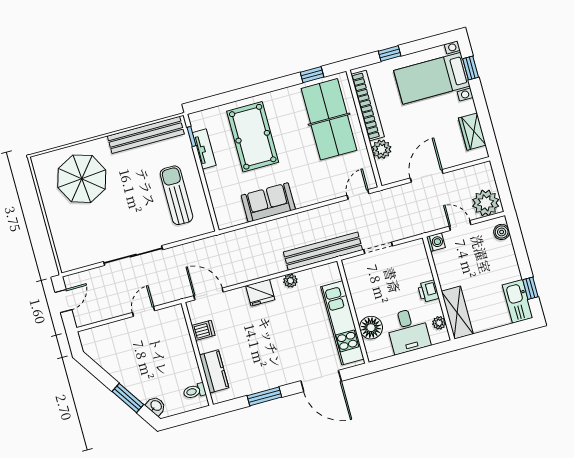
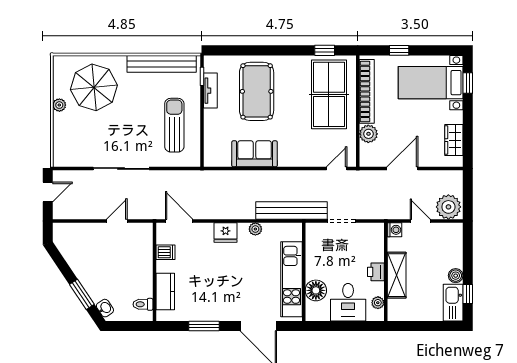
plant: (51, 207) -> (59, 105), added
boiler: (502, 232) -> (456, 276), moved
shelving: (457, 313) -> (397, 275), moved

